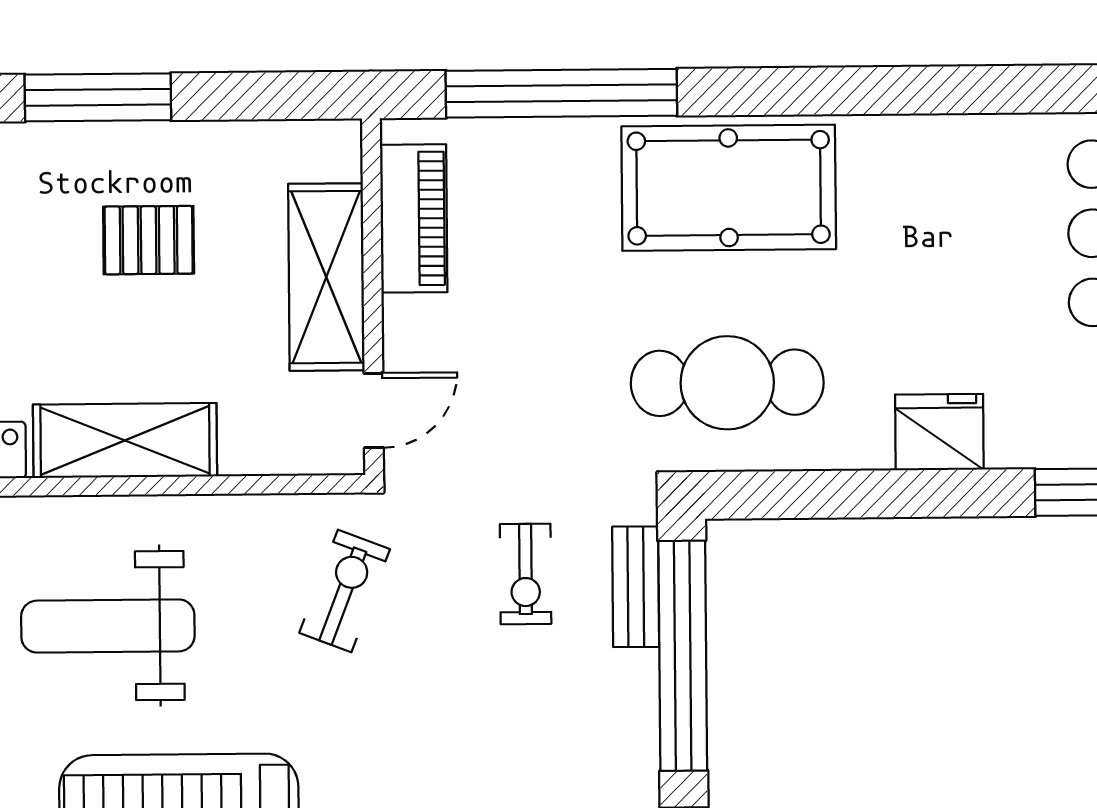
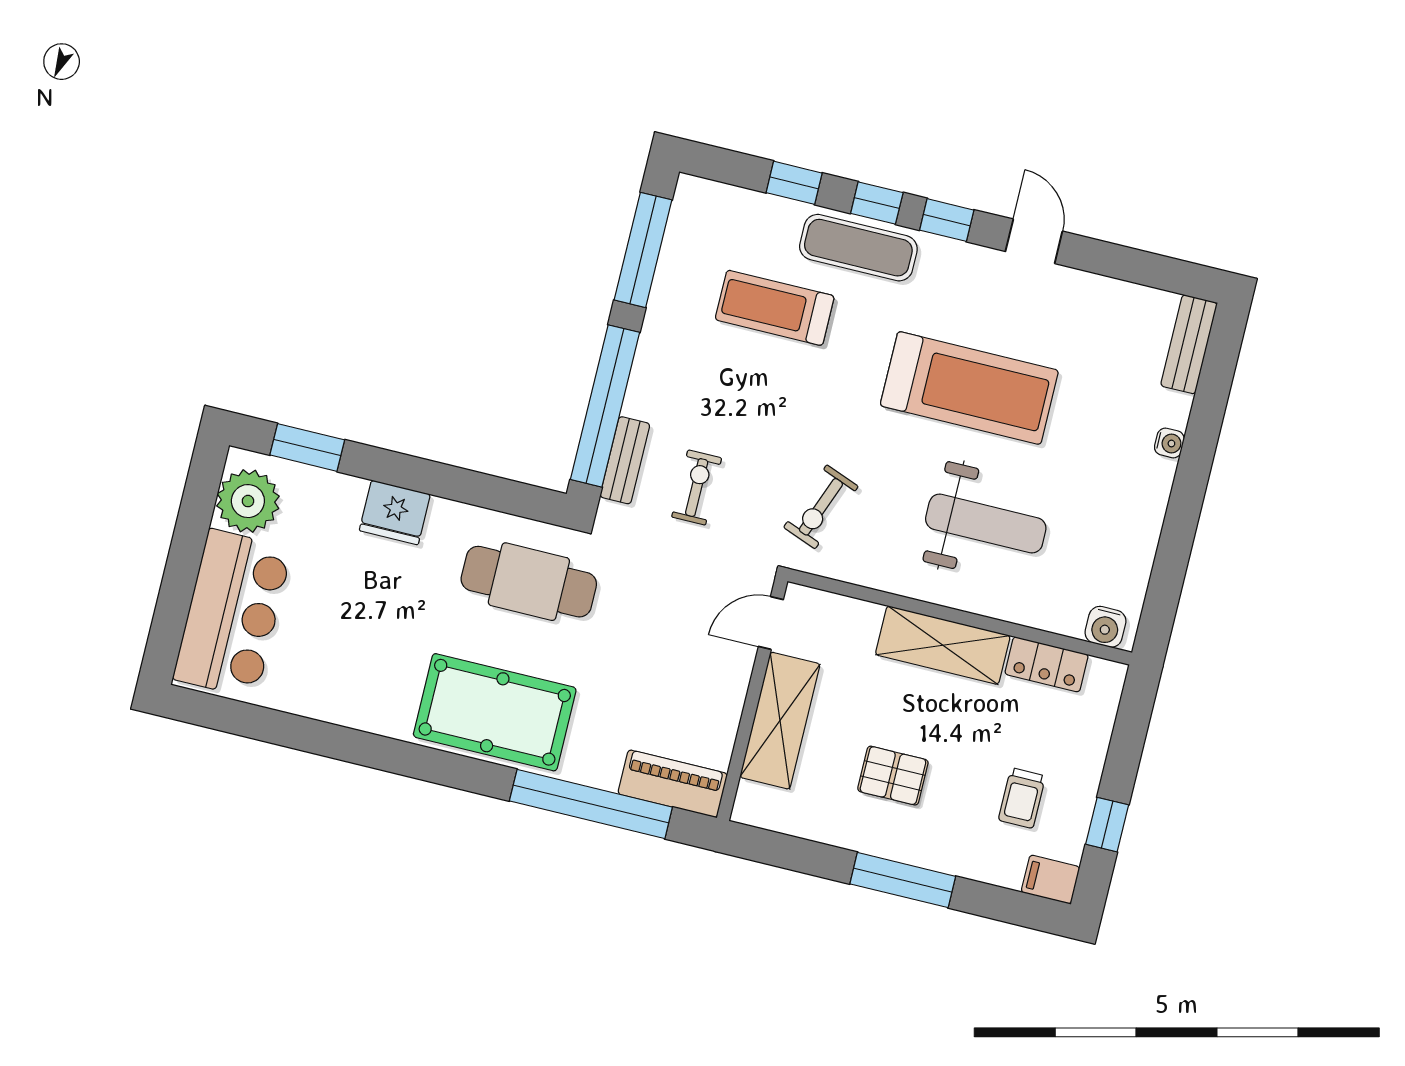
piano: (414, 218) -> (673, 784), moved, turned 90

